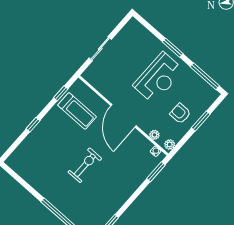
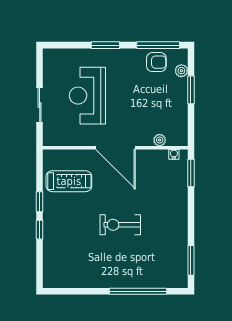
reception desk: (158, 78) -> (87, 96), moved, turned 180
window: (61, 93) -> (40, 202), moved
armchair: (180, 113) -> (156, 62), moved, turned 180
plant: (170, 144) -> (181, 71), moved
exercise bike: (85, 165) -> (120, 225), turned -90

